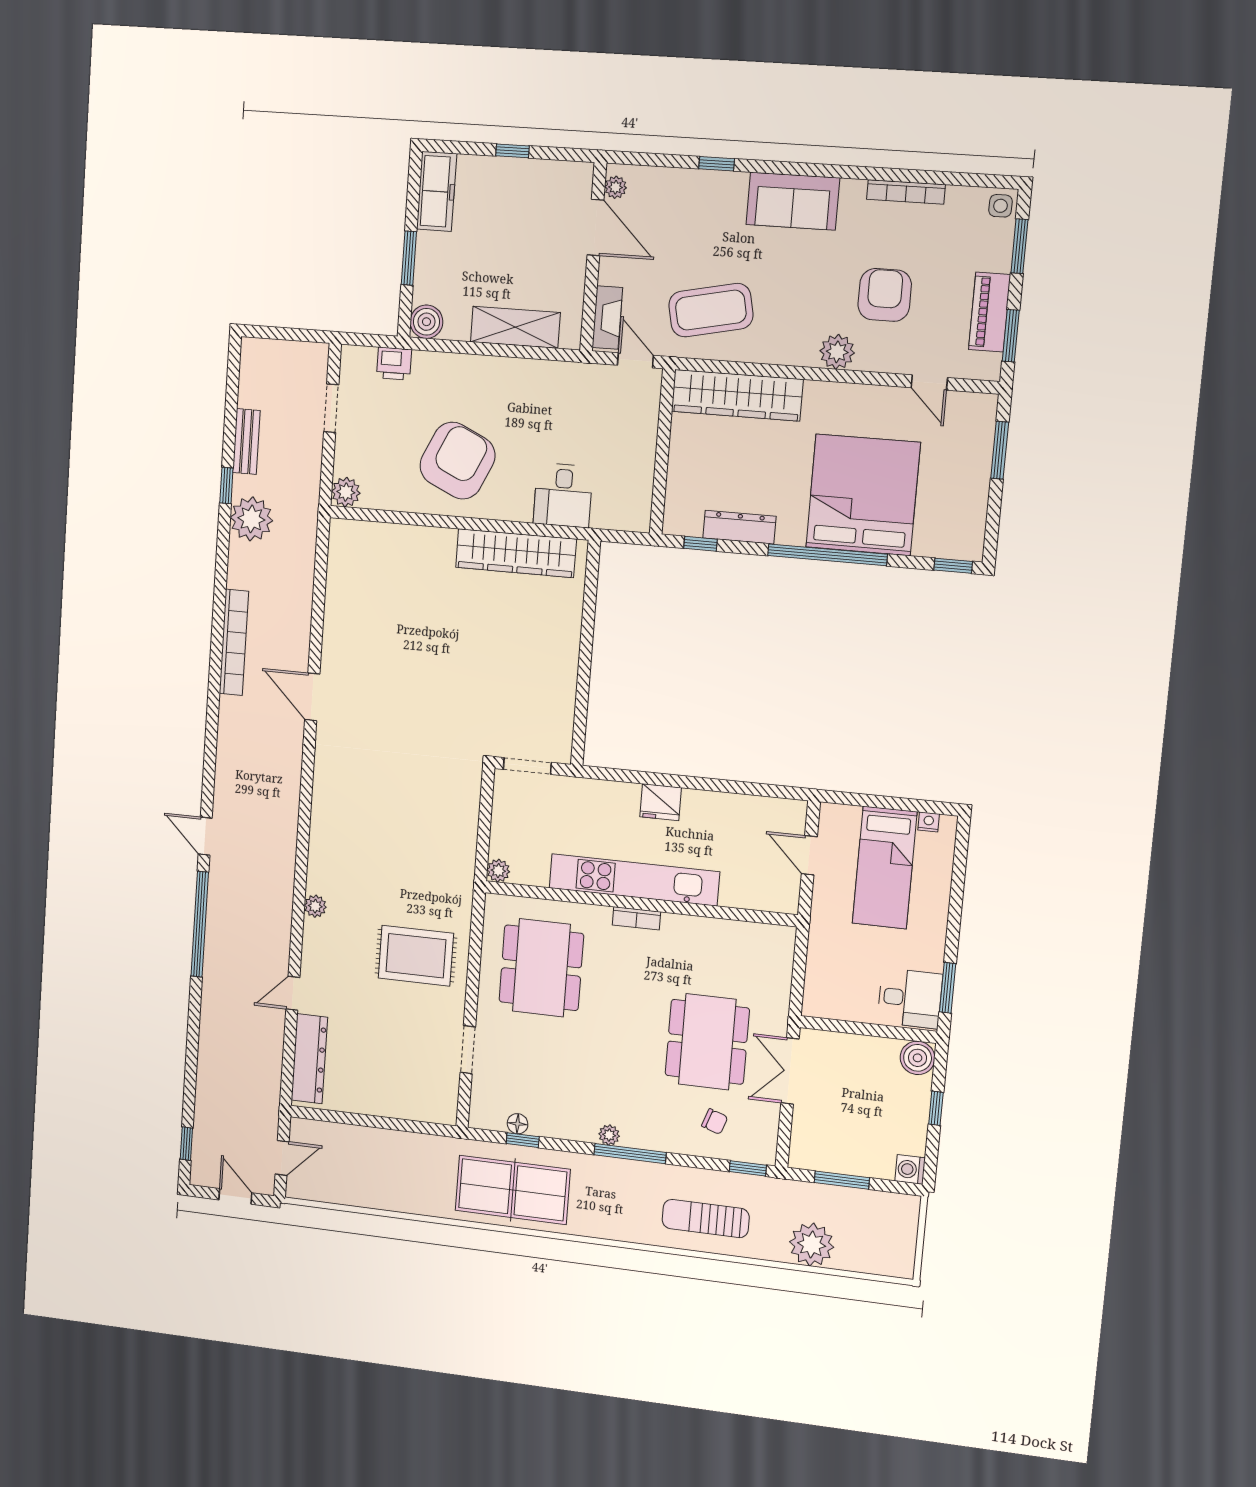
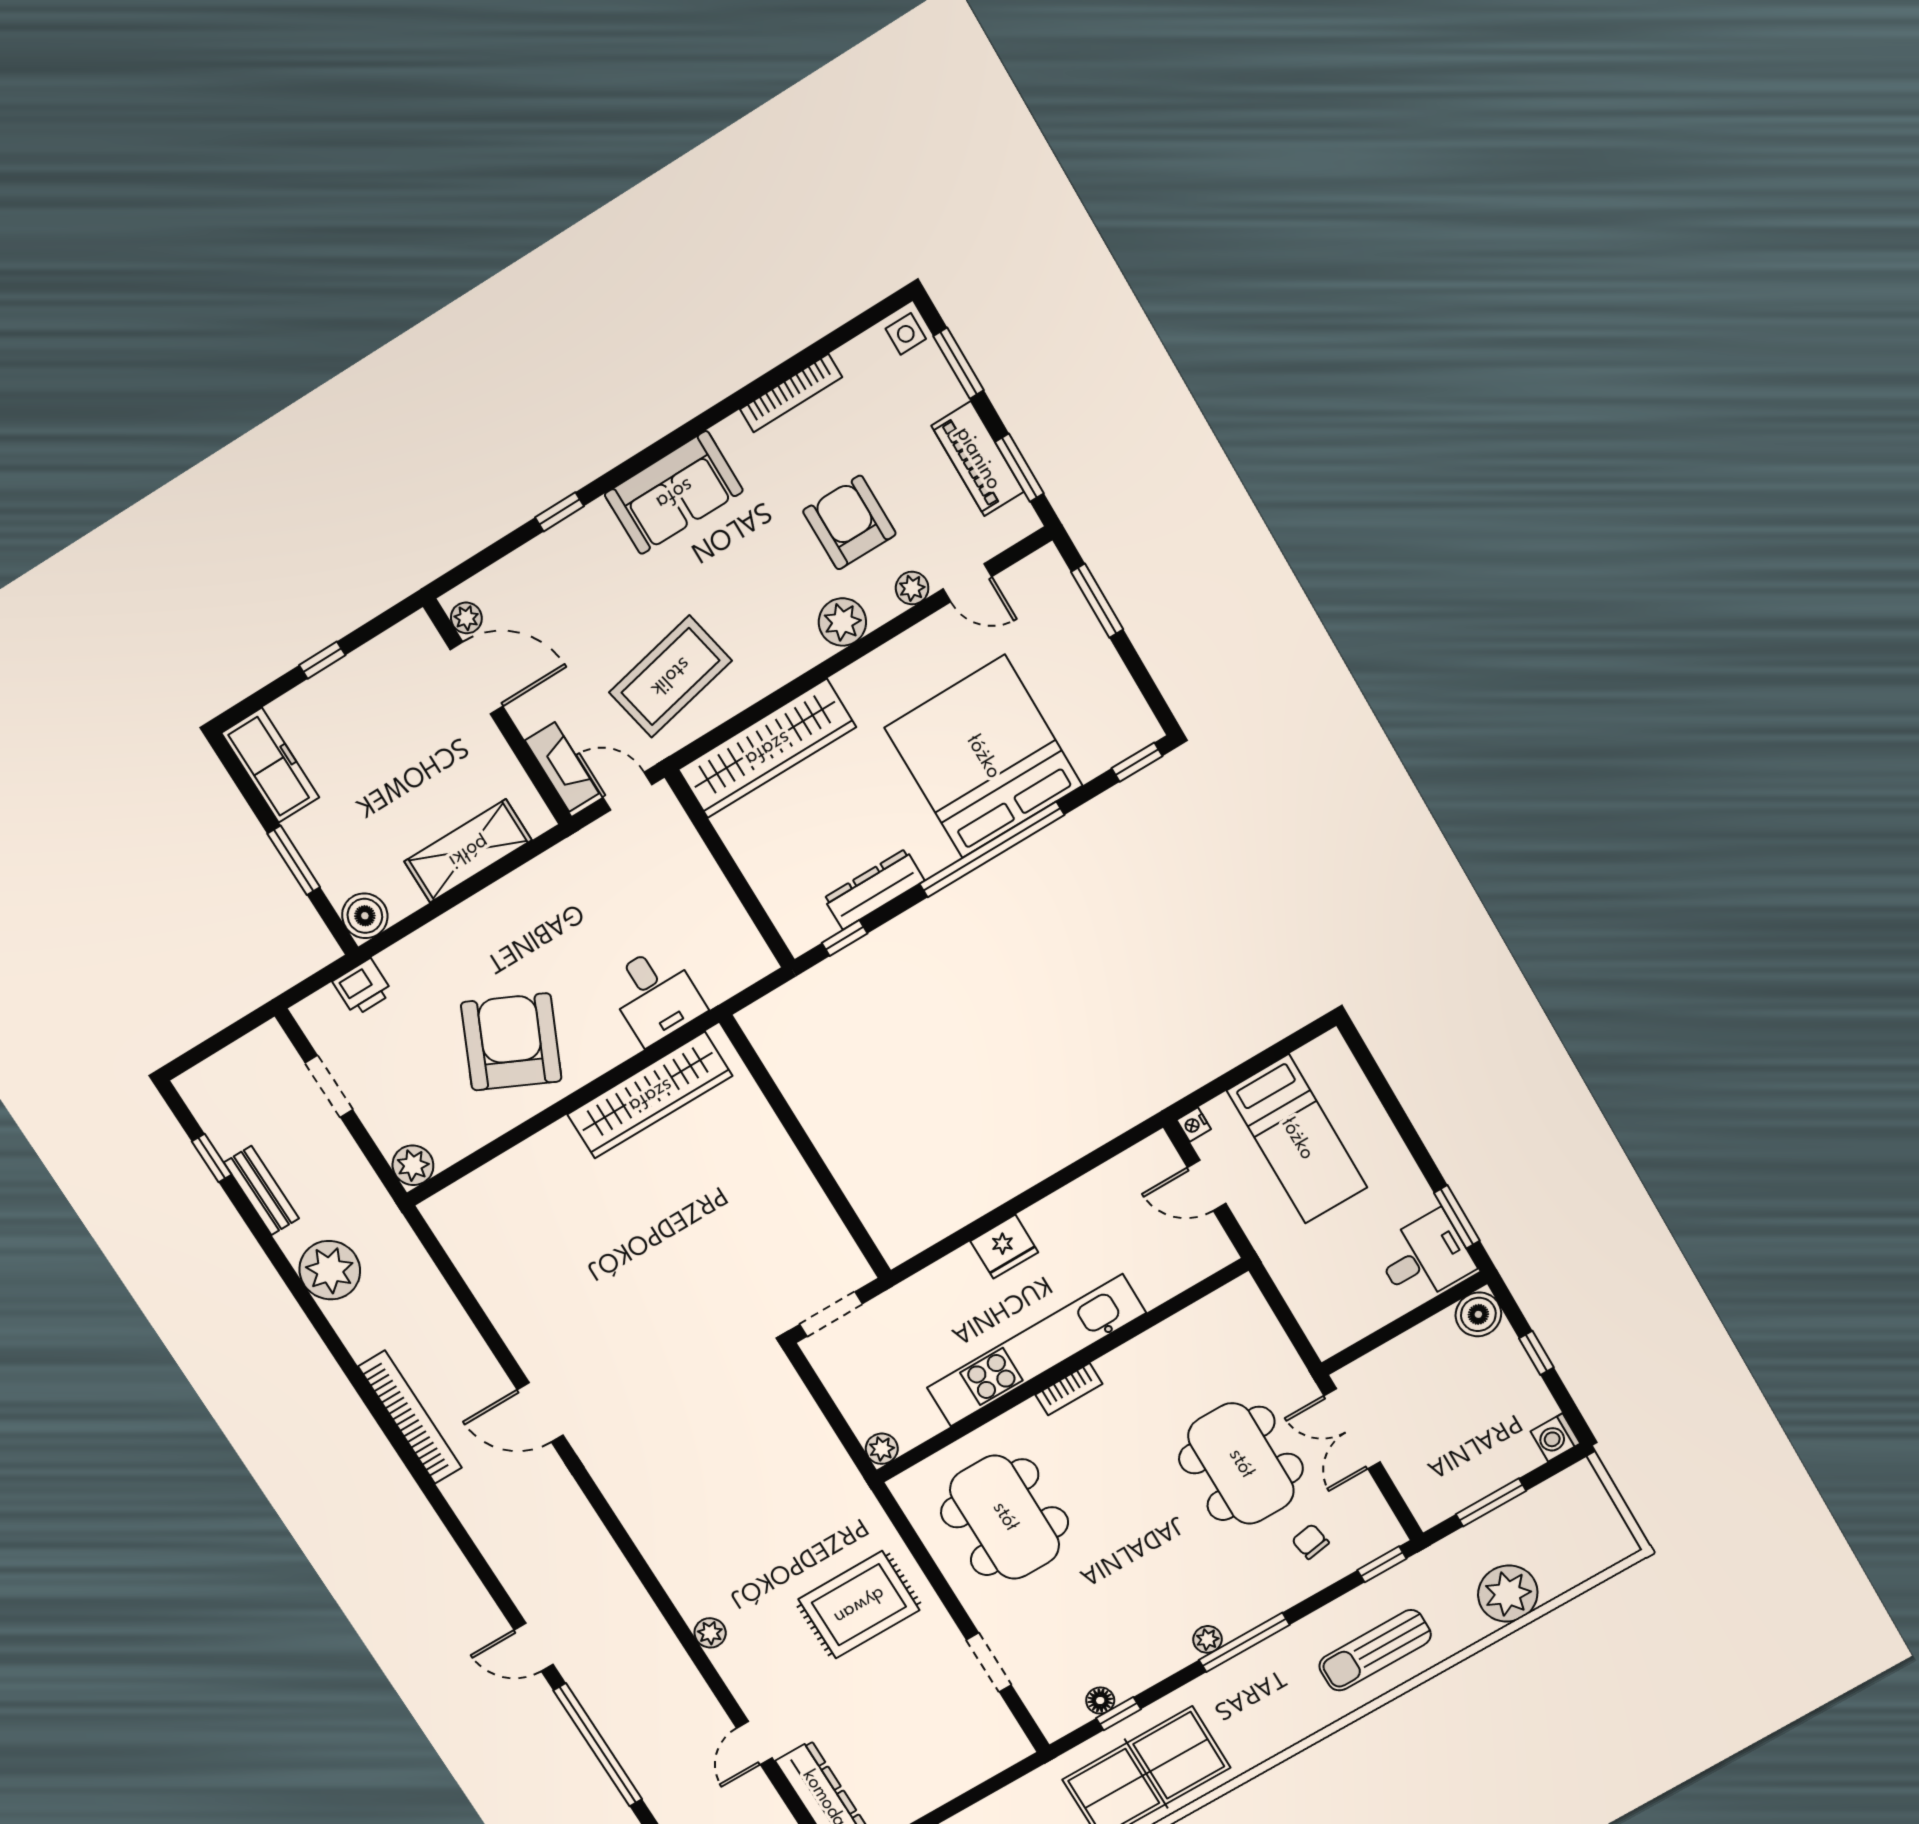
plant: (894, 362) -> (912, 588), added
window: (226, 485) -> (212, 1158), moved
nightstand: (929, 822) -> (1194, 1124), moved, turned -90
chair: (715, 1122) -> (1310, 1542), turned -119

